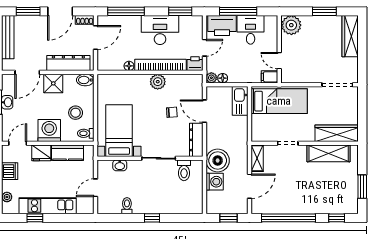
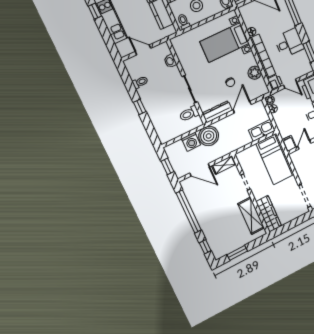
desk: (160, 30) -> (289, 43), width x0.73
plant: (158, 82) -> (255, 73), moved
bed with nightstands: (119, 131) -> (225, 42), moved, turned 180

